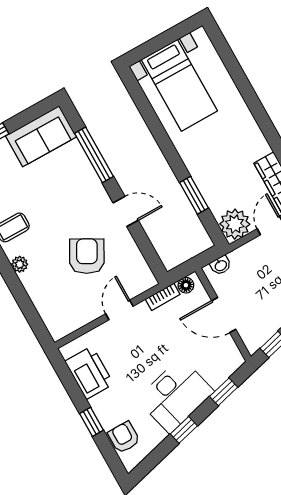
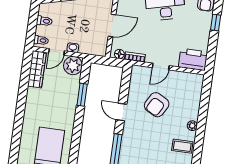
washbasin: (221, 265) -> (73, 48), moved
door: (224, 315) -> (112, 26), hinge flipped
printer: (89, 373) -> (193, 59), moved, turned 90

